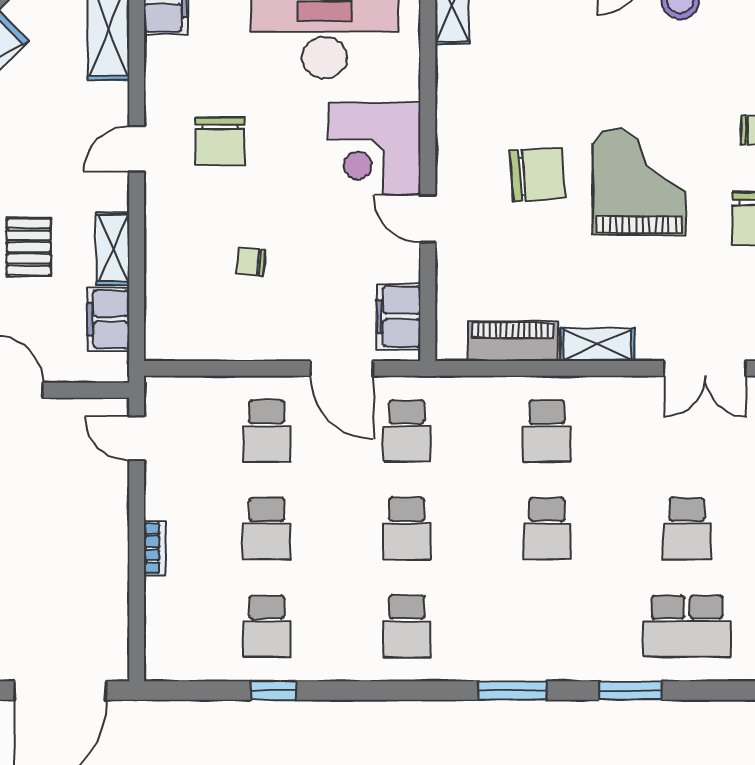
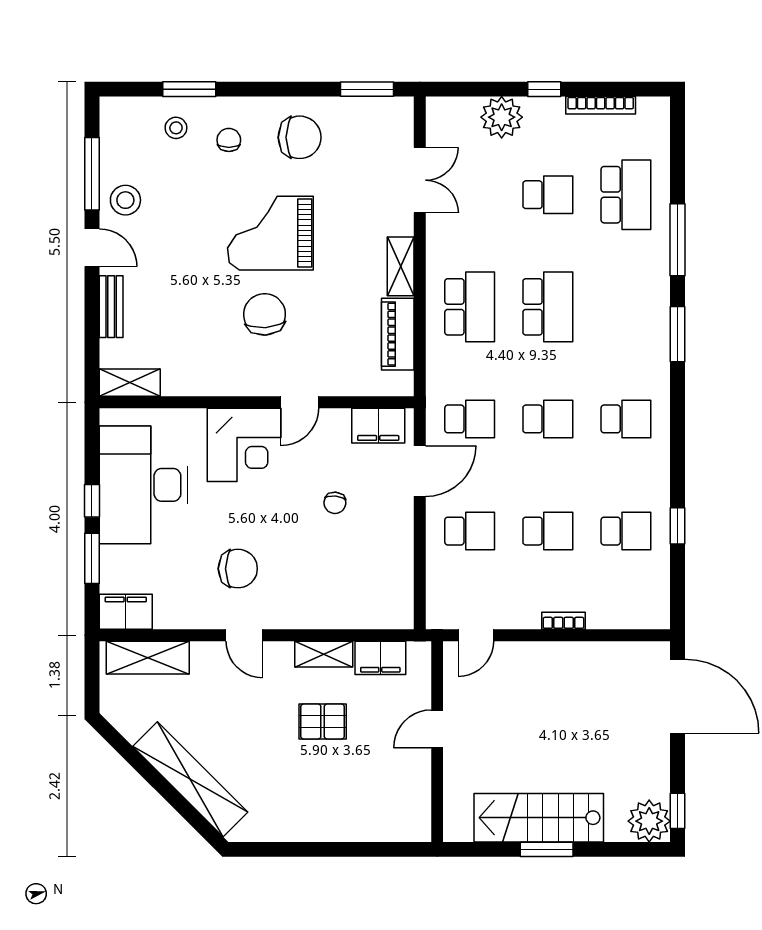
chair: (251, 262) -> (335, 503), moved
school desk: (547, 431) -> (470, 307), width x1.85
school desk: (547, 529) -> (548, 307), width x1.85
window: (631, 691) -> (677, 240), width x1.44

